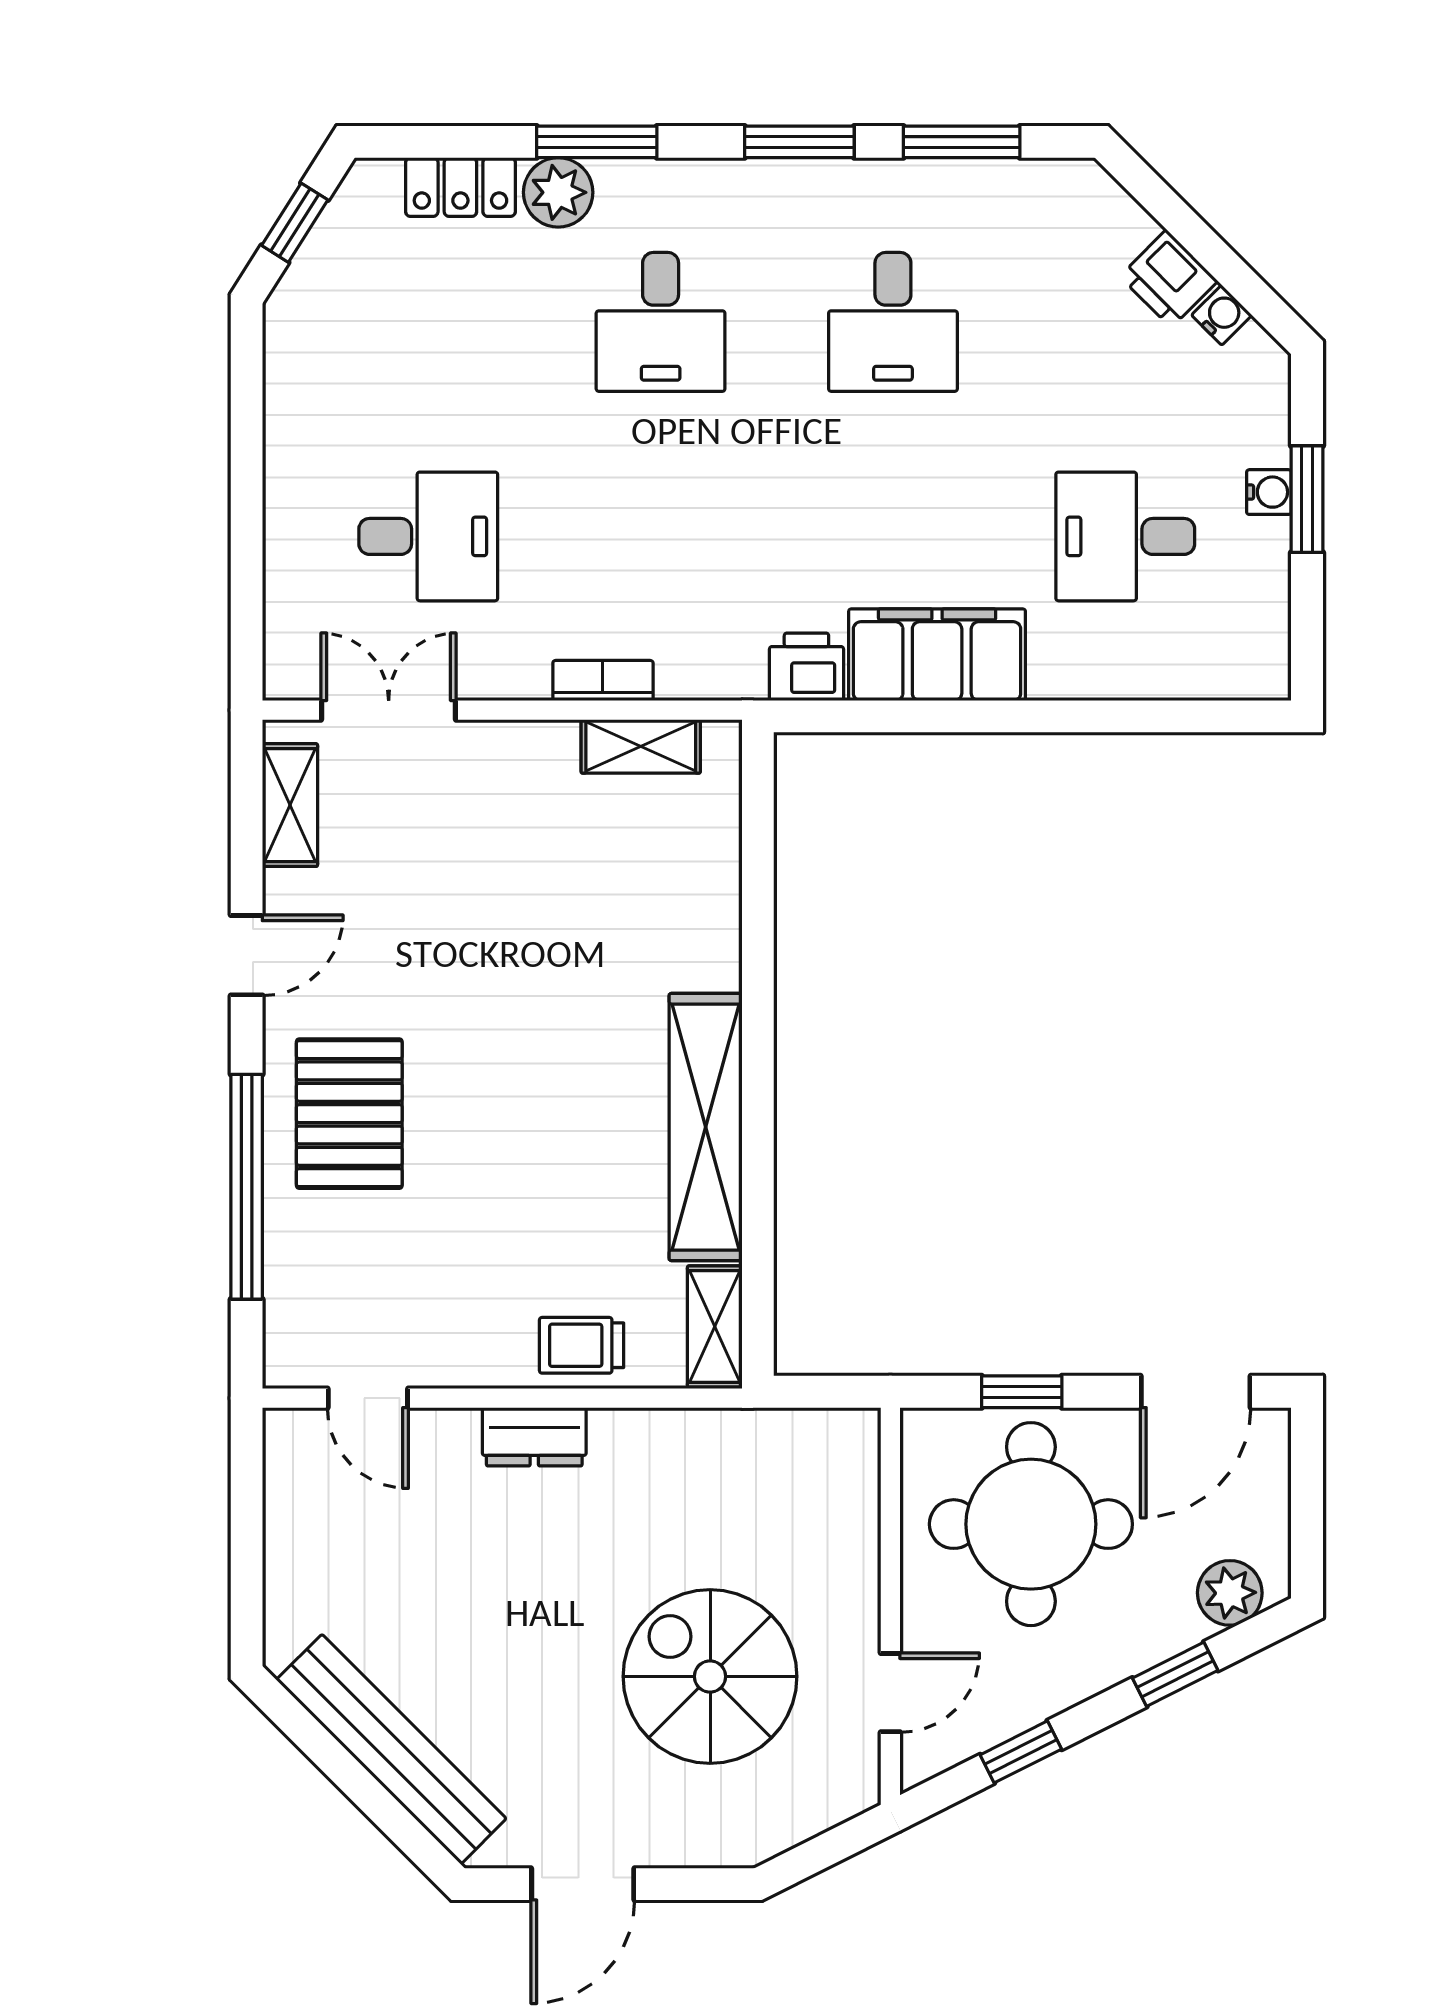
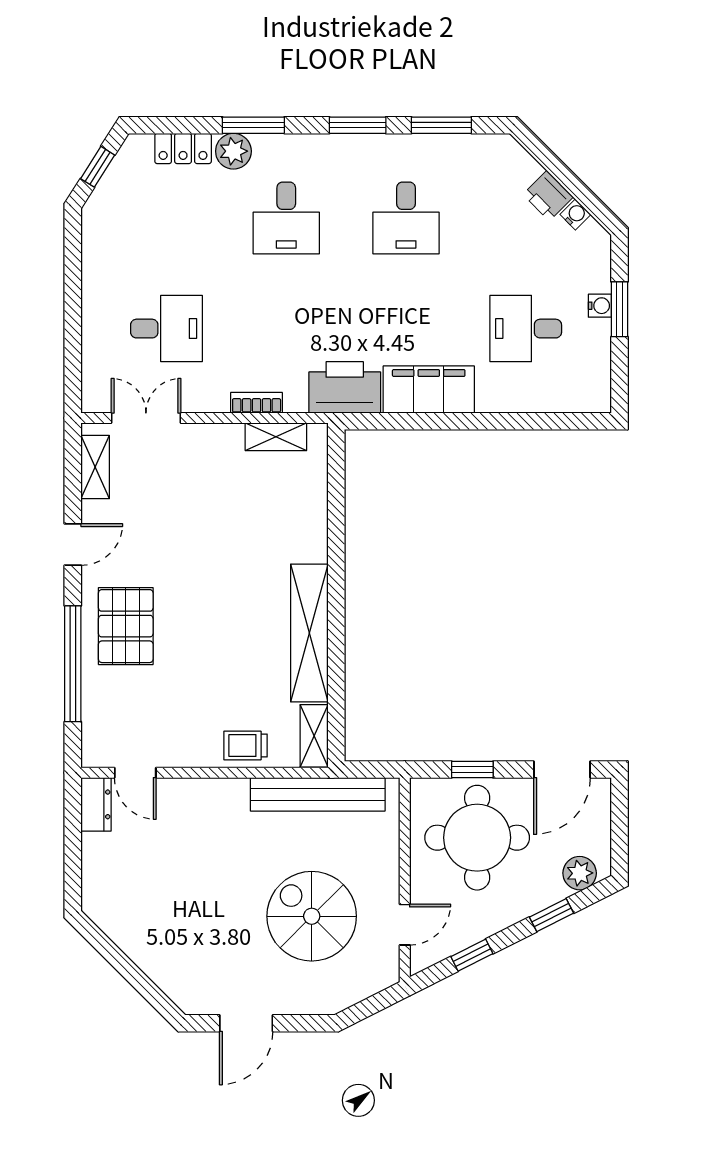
printer: (806, 667) -> (345, 387), width x1.87, depth x1.48
dresser: (534, 1437) -> (96, 804), moved, turned -90
bench: (391, 1749) -> (318, 794), moved, turned -45

